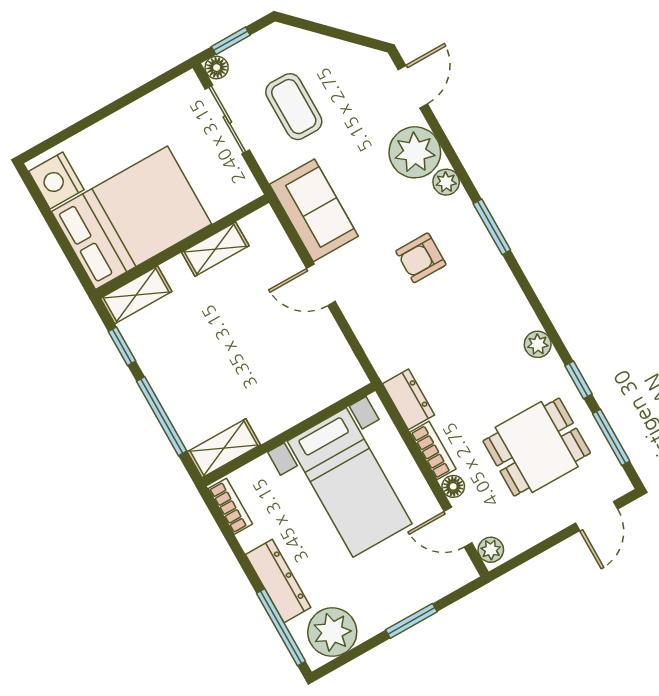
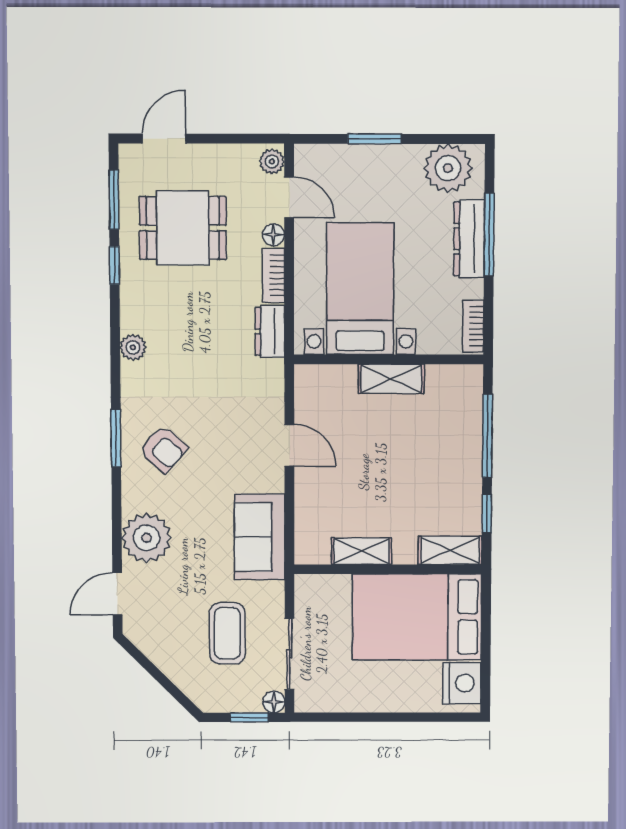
plant: (446, 182) -> (134, 498), removed
armchair: (421, 258) -> (163, 449), moved, turned 42
door: (321, 285) -> (289, 445), moved
plant: (538, 344) -> (133, 347), moved
shelving: (224, 448) -> (391, 379), moved
window: (281, 627) -> (489, 234), moved

